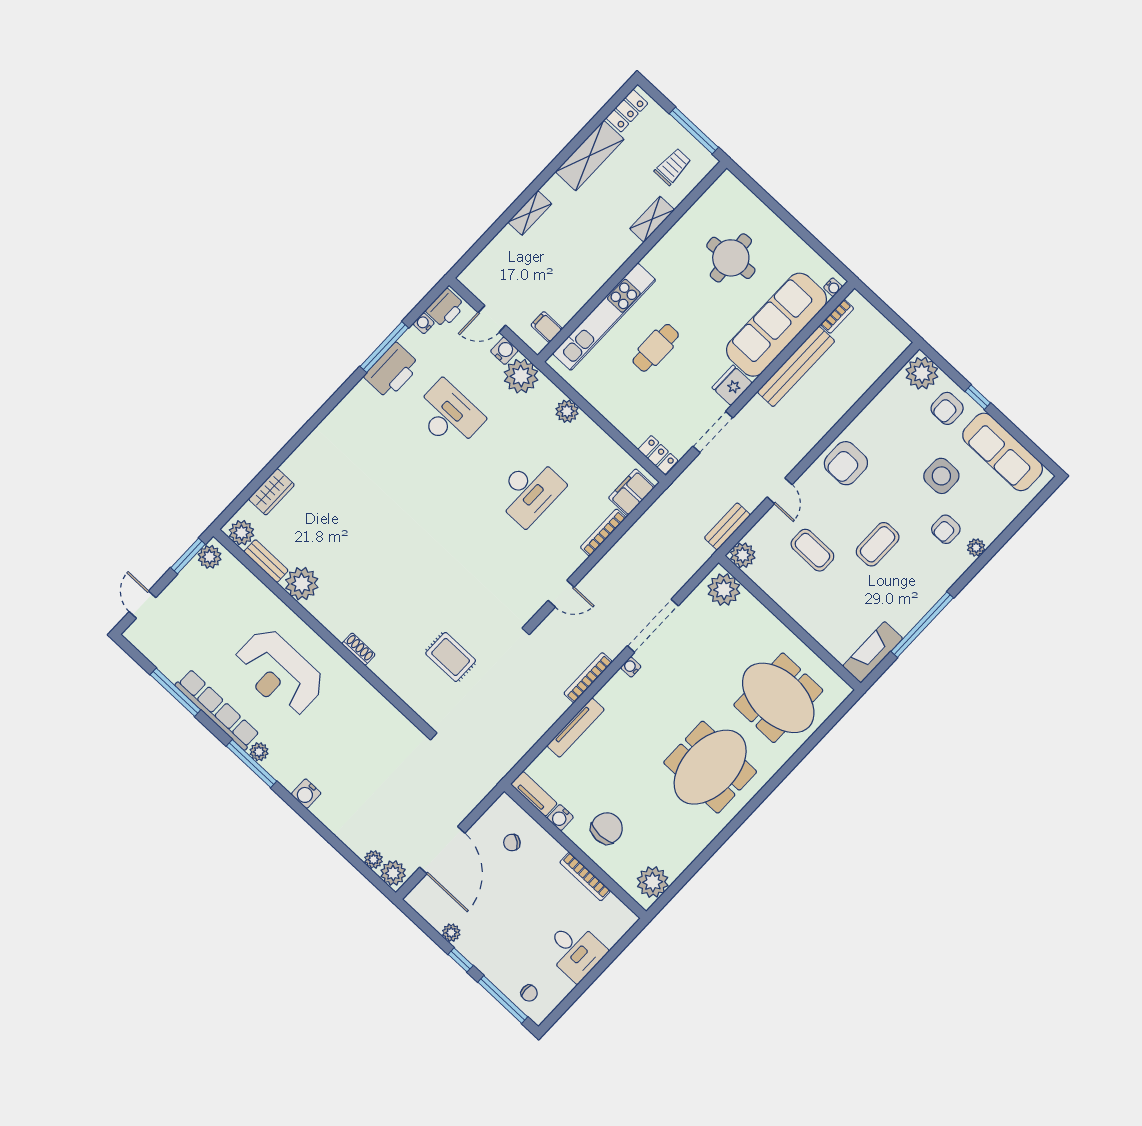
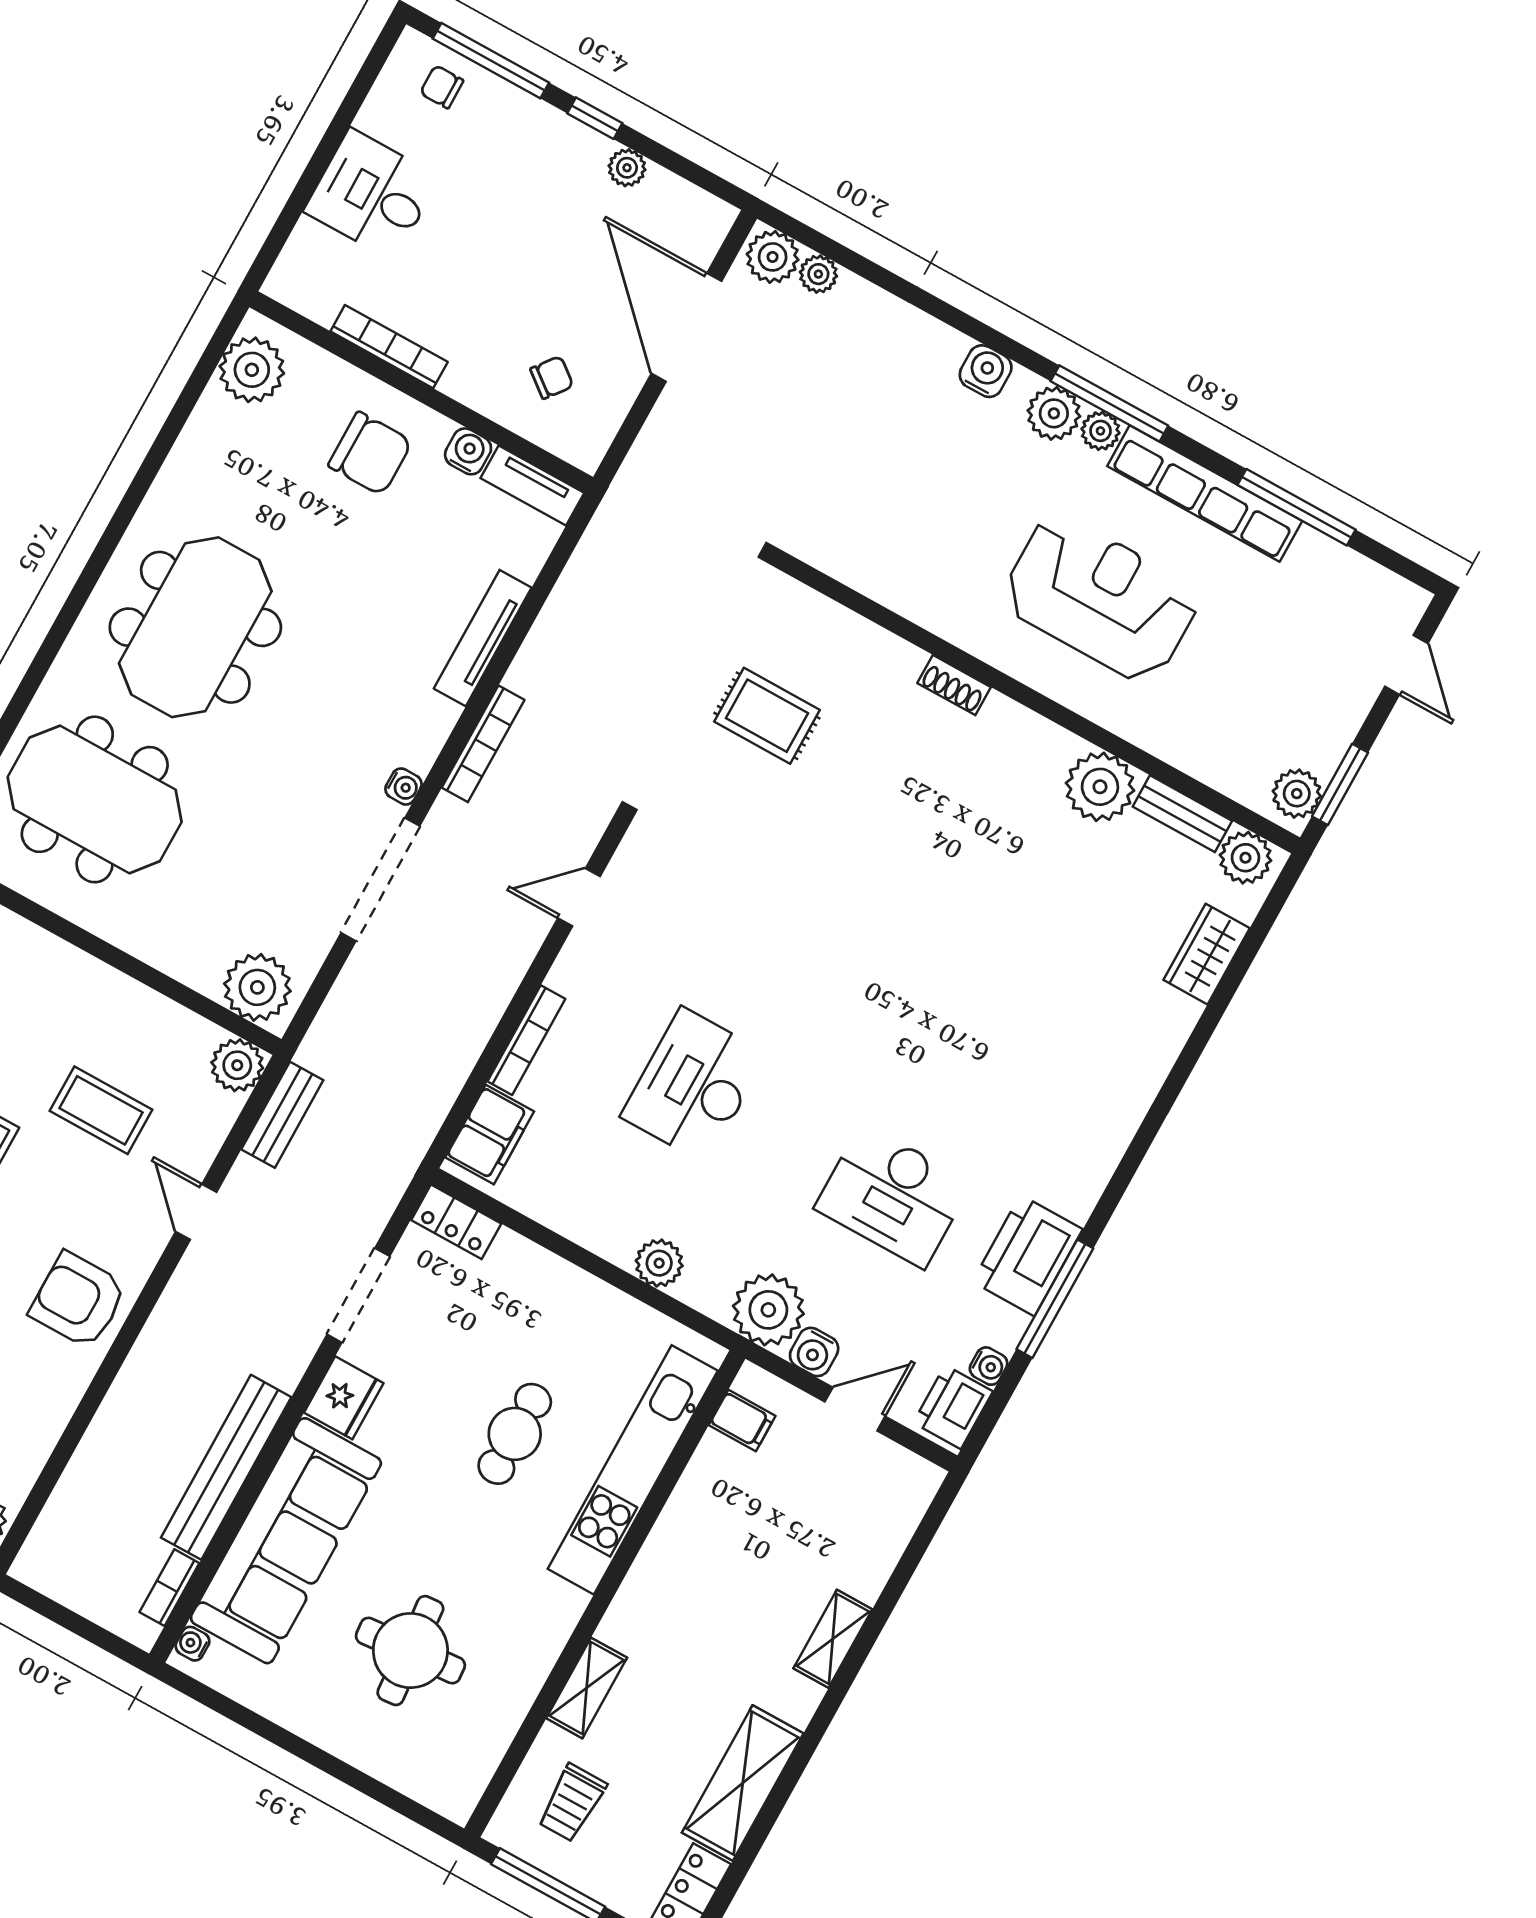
armchair: (846, 463) -> (78, 1300), turned -90
plant: (279, 766) -> (1054, 413), added
chair: (607, 828) -> (370, 454), turned -90

